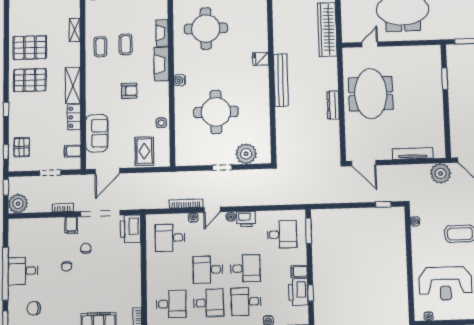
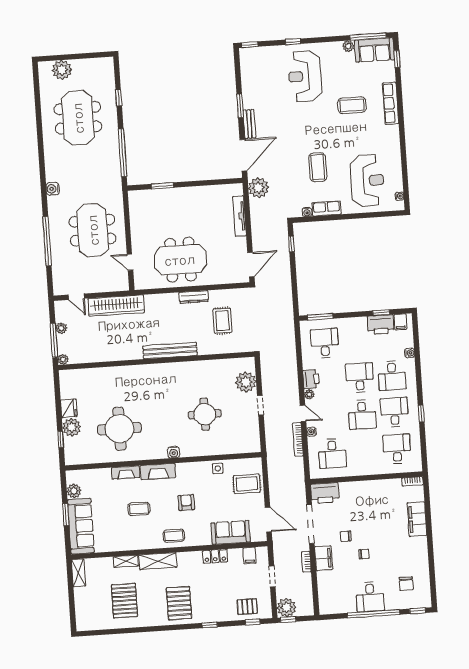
coffee table: (100, 47) -> (174, 536), moved
pallet: (30, 48) -> (124, 601), moved
fridge: (261, 59) -> (149, 372), removed
shelving: (73, 85) -> (158, 561), moved
round table: (216, 112) -> (205, 414), width x0.73, depth x0.73
rug: (308, 133) -> (222, 321), added
plant: (18, 204) -> (286, 607), moved
filing cabinet: (71, 225) -> (324, 558), width x2.00
row of seats: (418, 241) -> (326, 209), added
filing cabinet: (299, 271) -> (400, 322), moved

